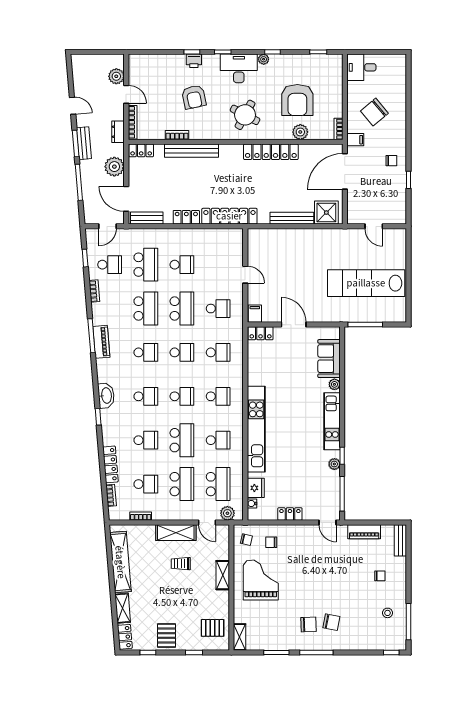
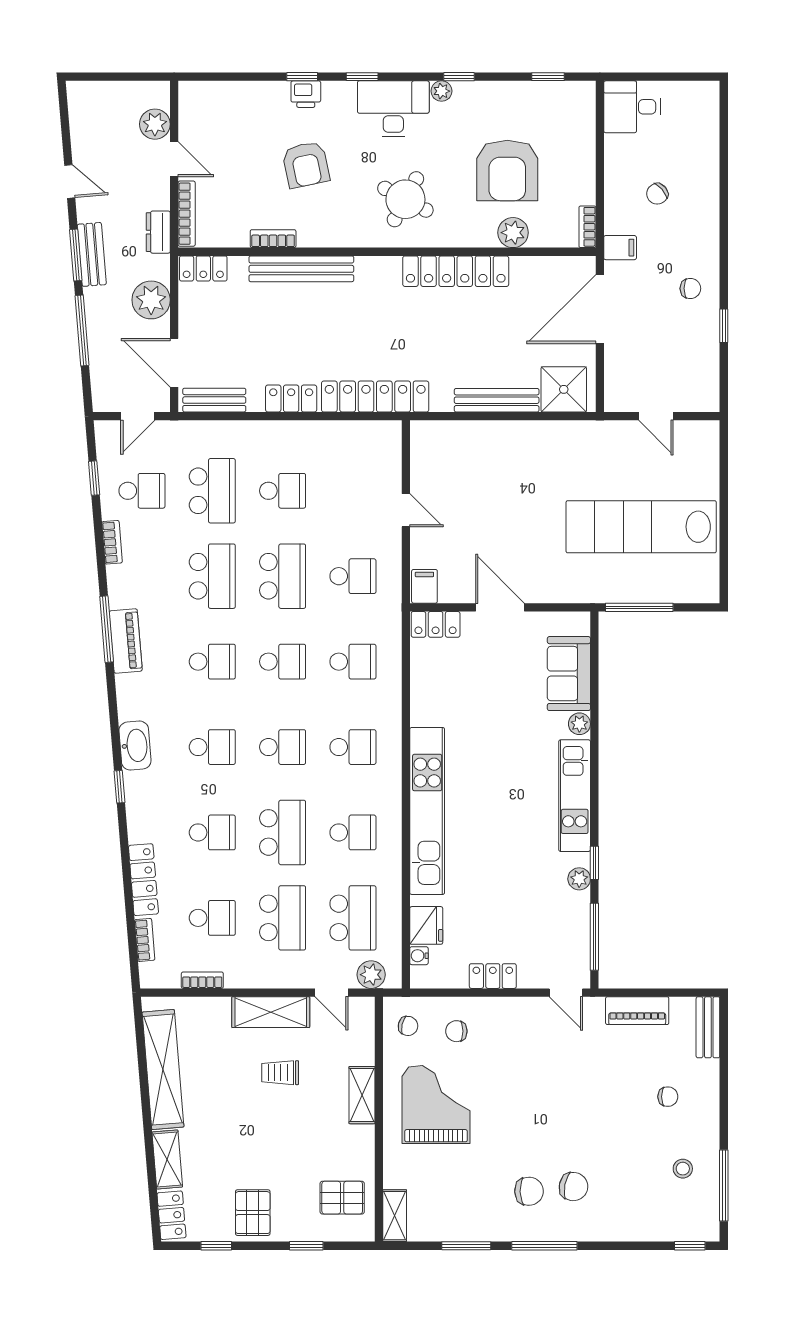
chair: (374, 112) -> (657, 194), width x0.54, depth x0.54

